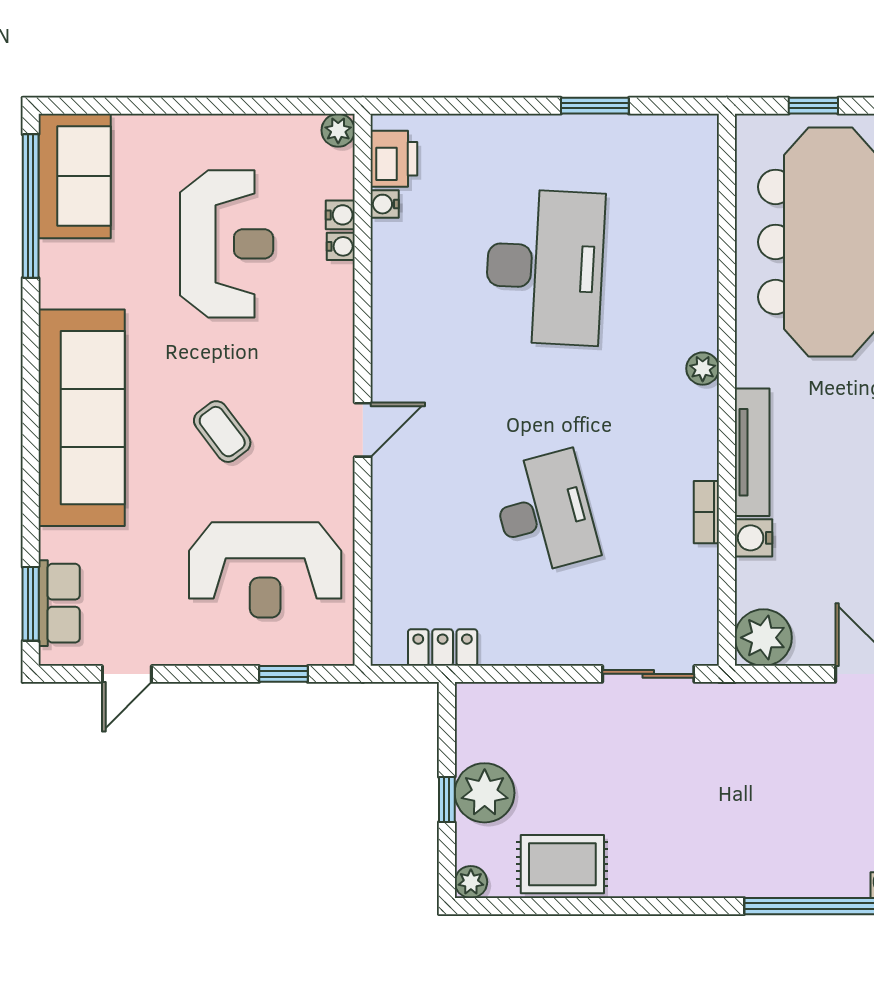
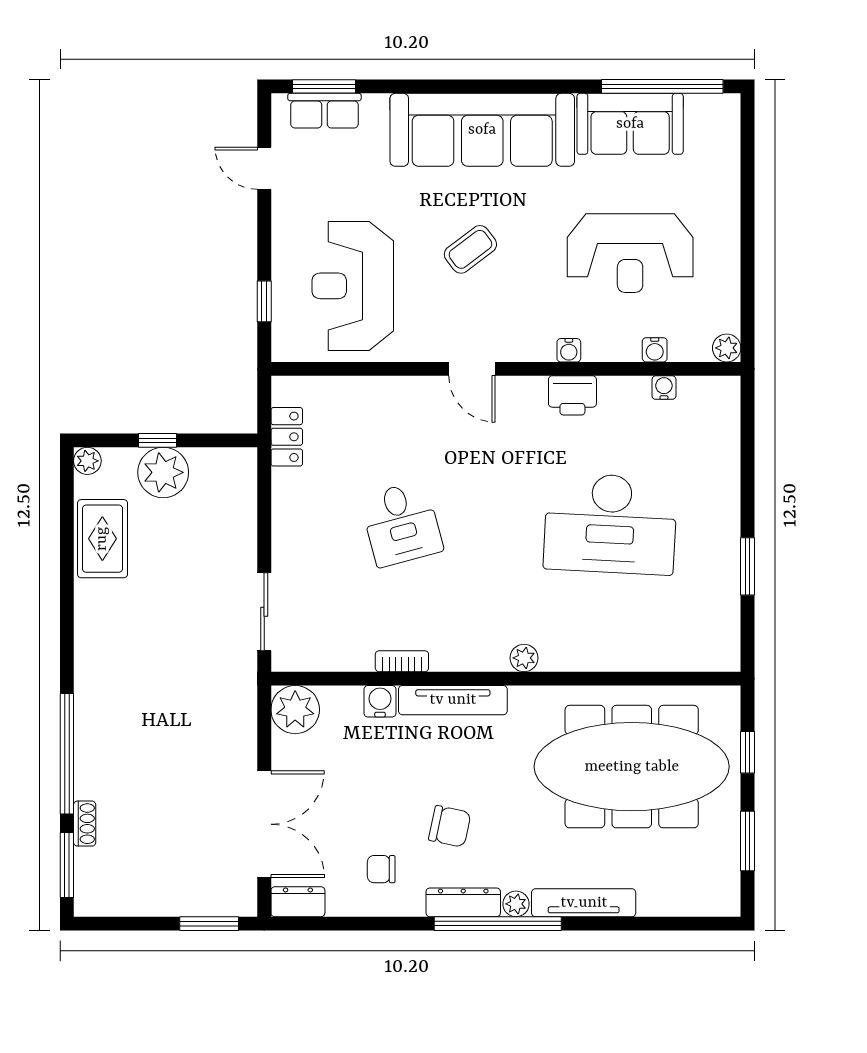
printer: (394, 159) -> (572, 395), moved
sofa: (75, 176) -> (630, 124), moved
water cooler: (341, 246) -> (569, 350), moved
desk: (545, 513) -> (401, 524), width x0.73

